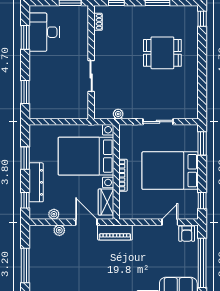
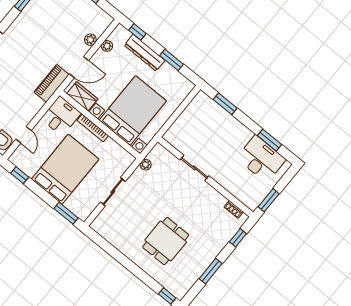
desk: (133, 206) -> (61, 116), added

